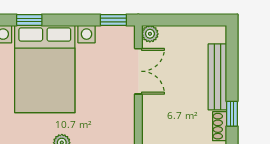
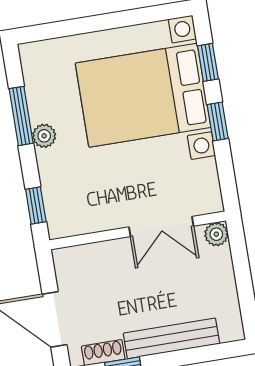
window: (113, 20) -> (218, 122), moved

